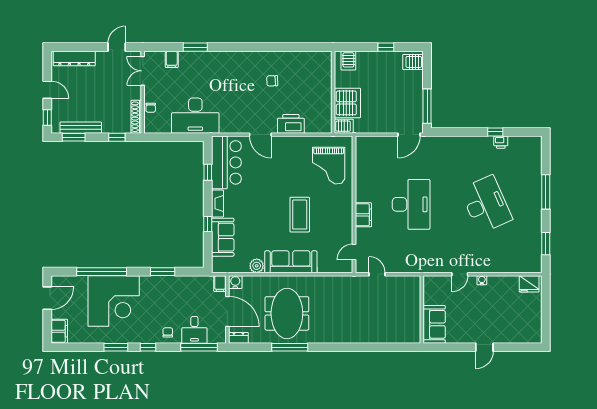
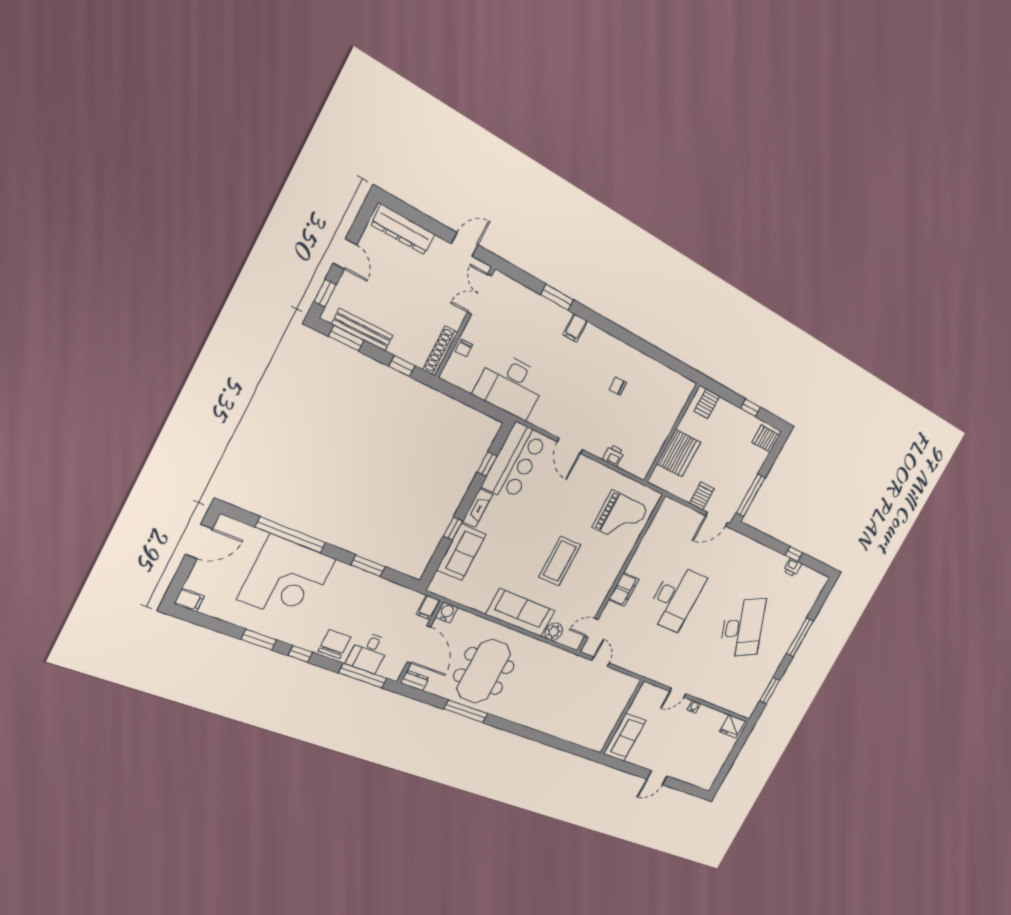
filing cabinet: (172, 59) -> (575, 328), moved
printer: (291, 124) -> (613, 456), width x0.53, depth x0.68
server rack: (344, 126) -> (702, 496), moved, turned -90
grand piano: (329, 166) -> (620, 517), turned -90
plant: (257, 266) -> (554, 632), moved
filing cabinet: (59, 331) -> (189, 600), width x0.50
chair: (168, 332) -> (335, 644), width x1.87, depth x1.87

